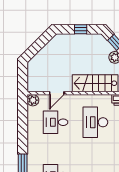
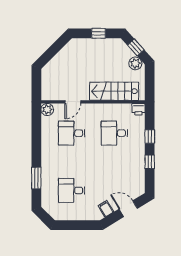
desk: (95, 122) -> (114, 133), width x0.73

